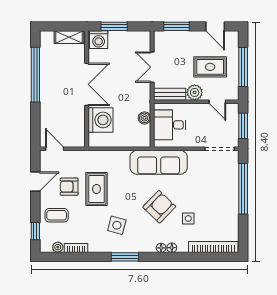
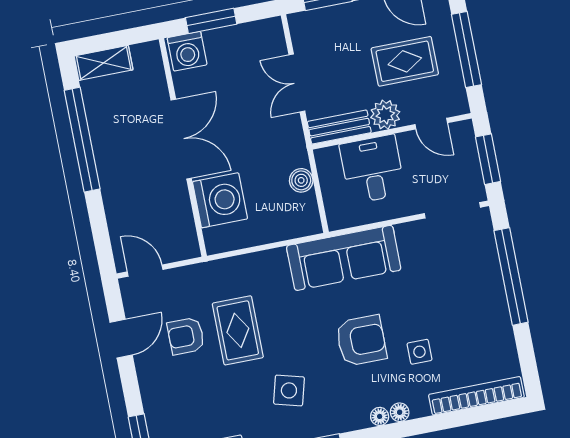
shelving: (69, 37) -> (104, 63), moved
desk: (170, 125) -> (372, 169), moved, turned 90
armchair: (159, 207) -> (361, 341), turned 46
coffee table: (57, 215) -> (173, 394), removed

